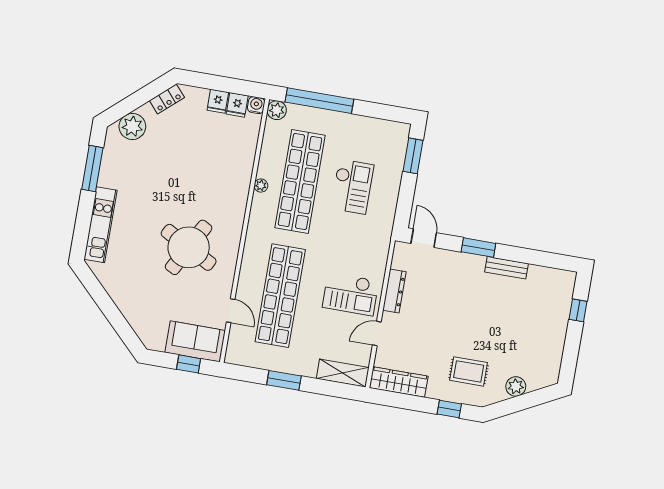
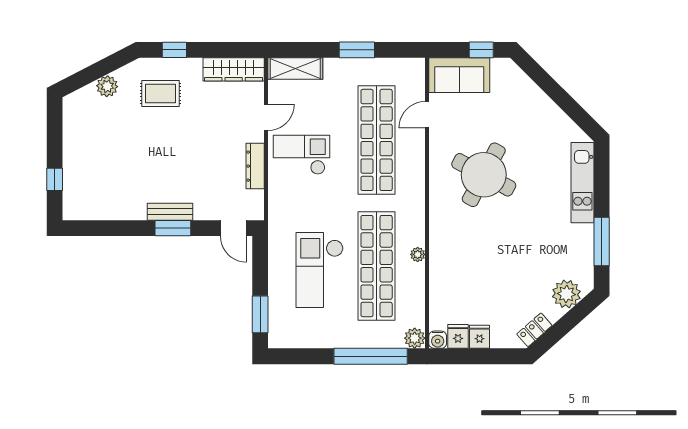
checkout: (352, 187) -> (320, 270), width x1.36, depth x1.21
bench: (507, 268) -> (170, 212), moved
door: (231, 311) -> (427, 115), hinge flipped
window: (189, 364) -> (481, 50), moved

